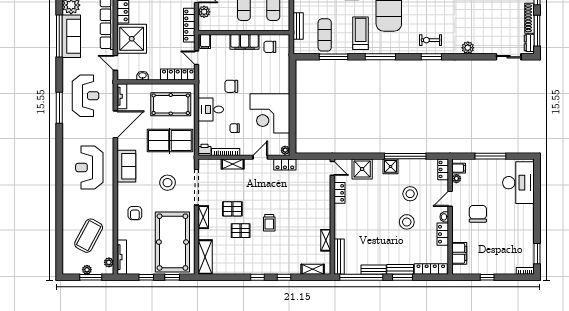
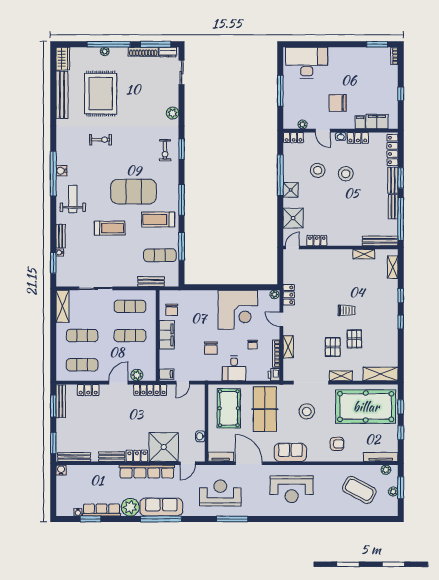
locker: (178, 74) -> (199, 401), removed
filing cabinet: (459, 168) -> (360, 122), moved

